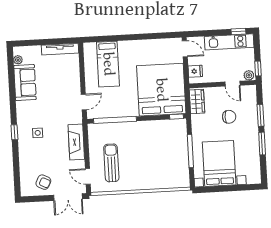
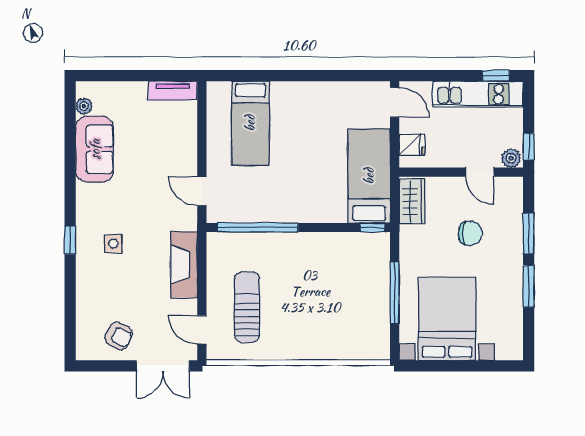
tv unit: (60, 49) -> (173, 91), width x0.71
bed: (161, 90) -> (369, 176), width x0.49
door: (84, 102) -> (202, 191), swing flipped

